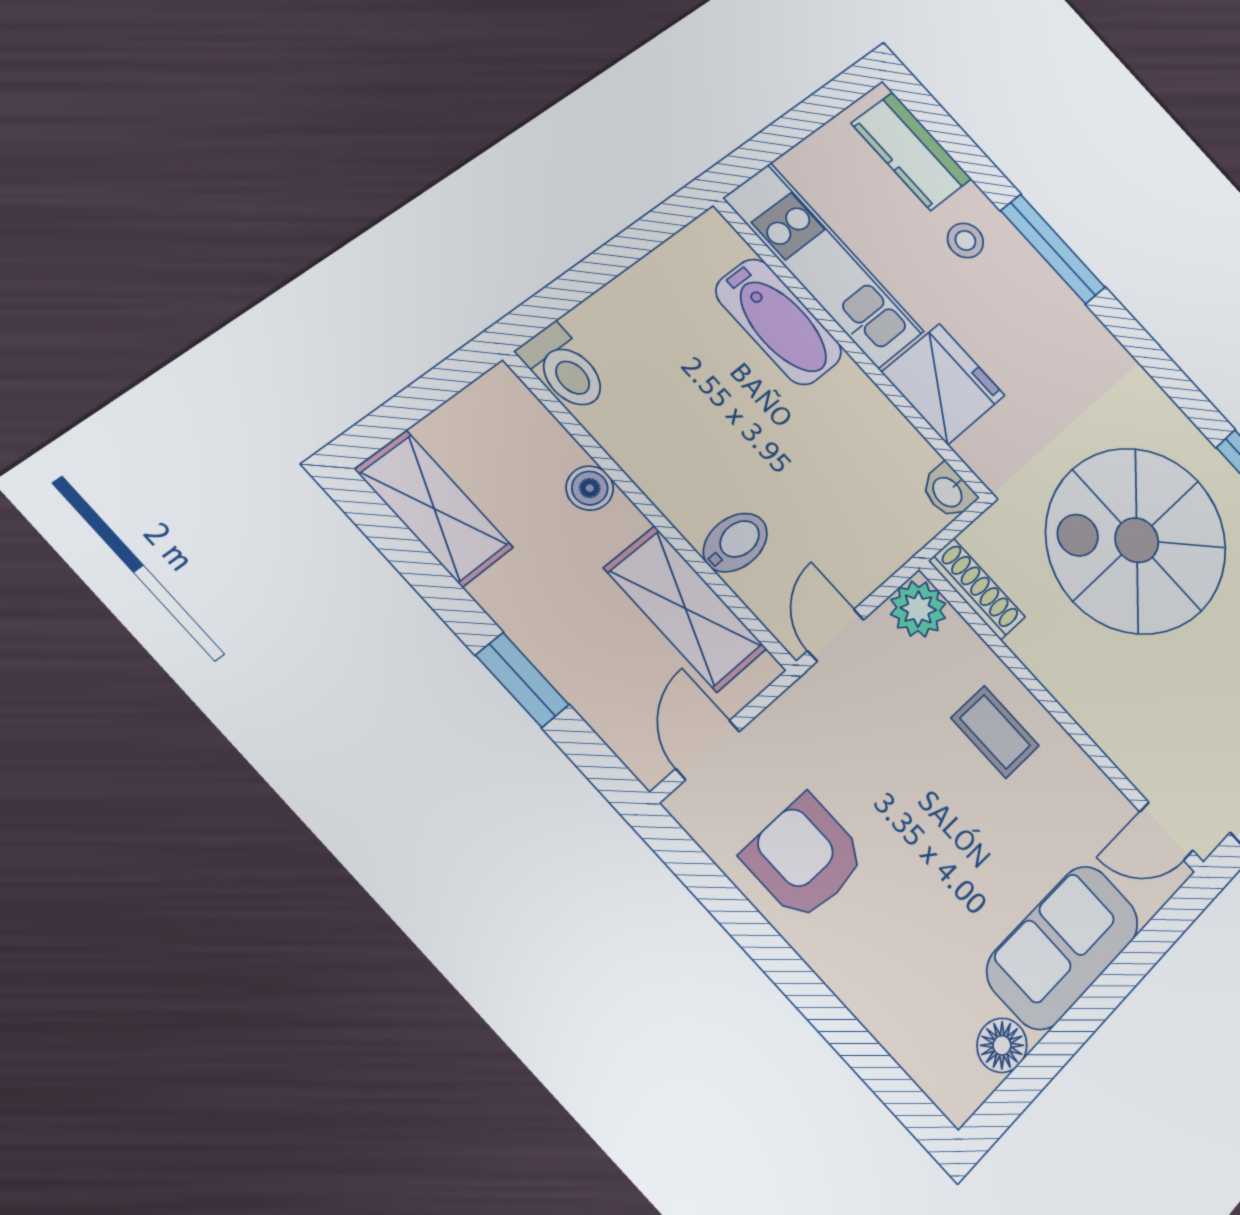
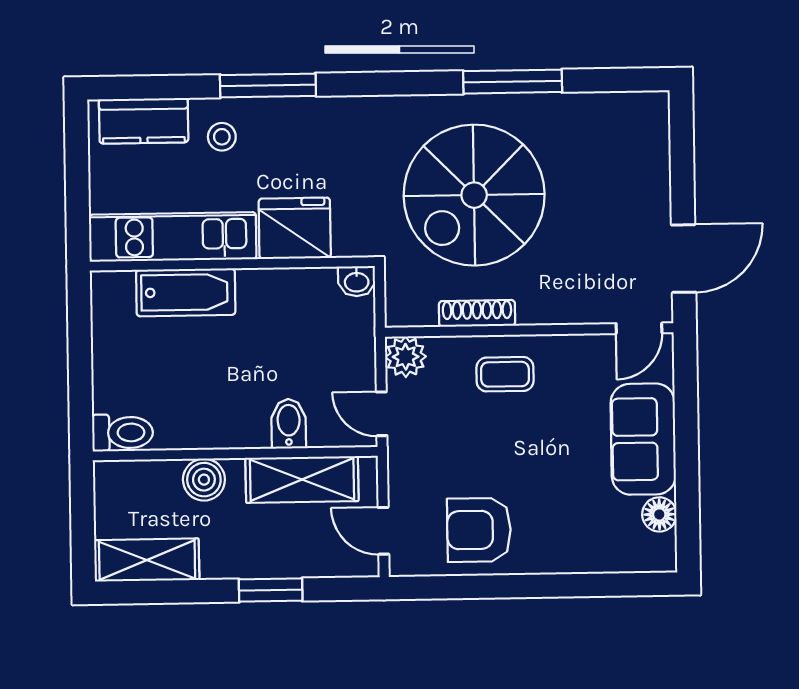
boiler: (590, 488) -> (204, 480), width x1.36, depth x1.36
shoe rack: (977, 589) -> (477, 313), moved

